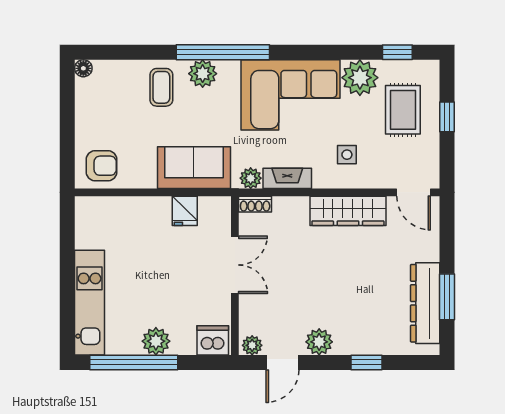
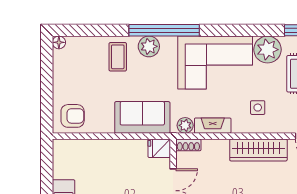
fridge: (185, 211) -> (159, 148), moved, turned 90

